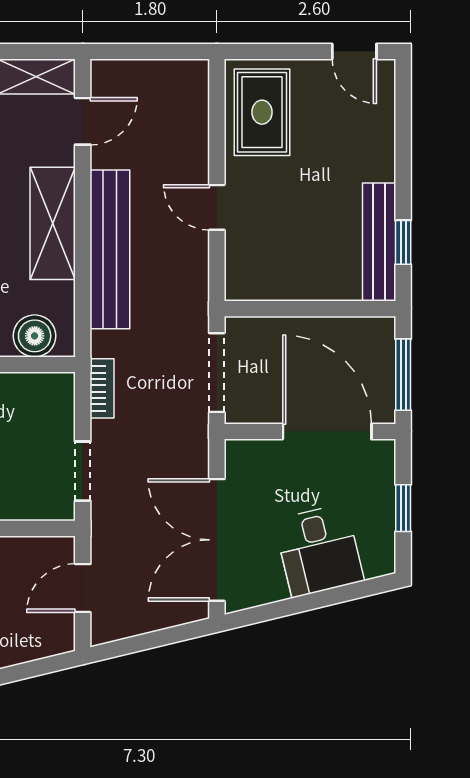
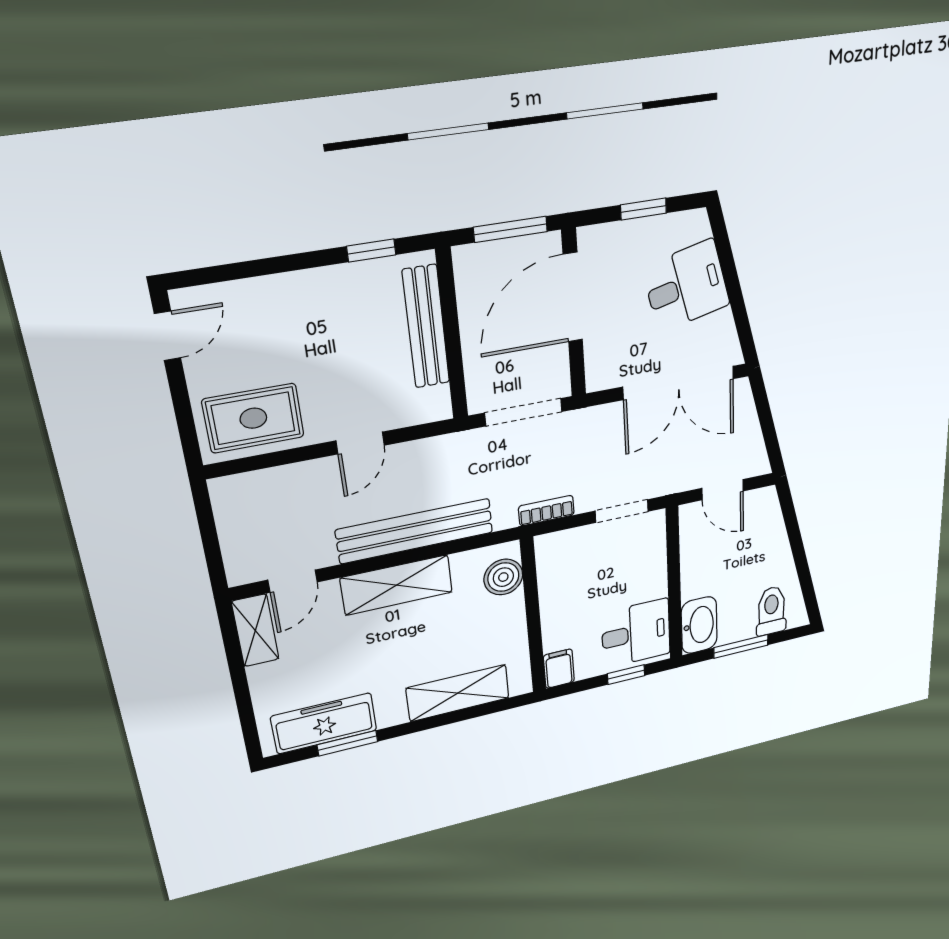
door: (83, 121) -> (293, 581), swing flipped
bench: (379, 242) -> (426, 327), moved, turned 90

